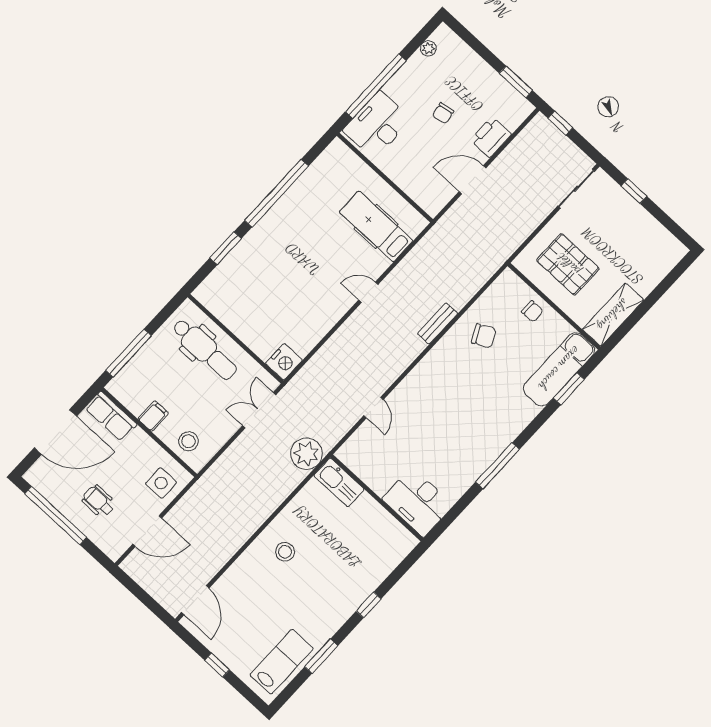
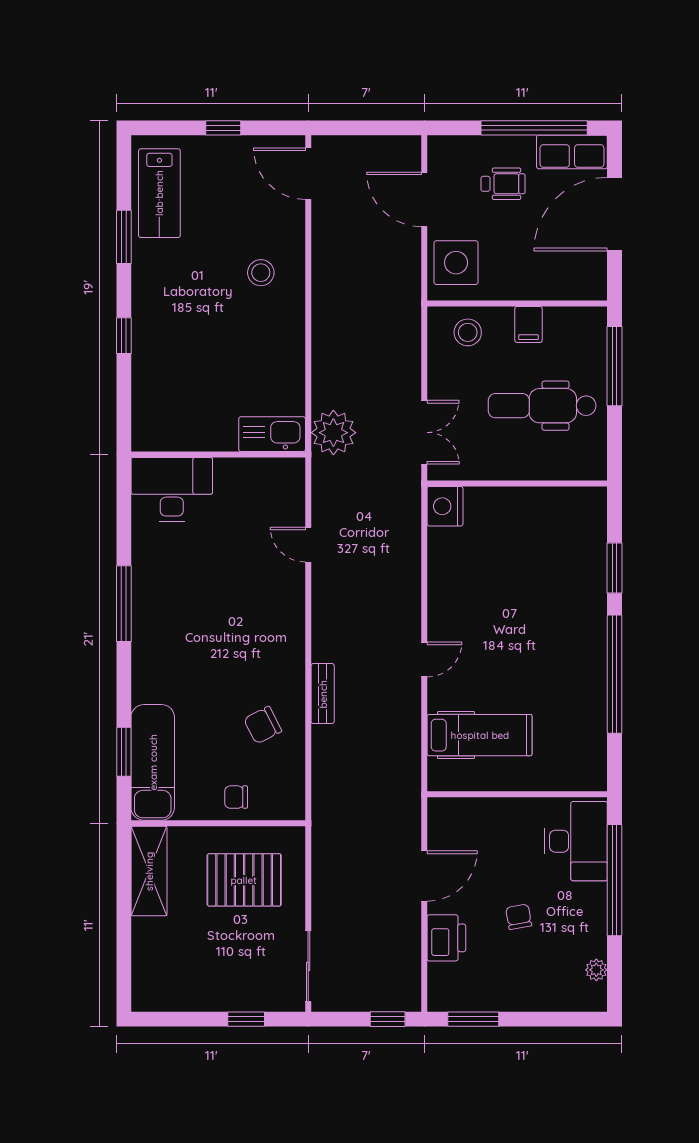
dental chair: (205, 349) -> (542, 406), moved
row of seats: (111, 416) -> (572, 152), moved, turned 180
side table: (161, 483) -> (456, 263), width x1.37, depth x1.37
door: (147, 531) -> (424, 199), hinge flipped
stool: (285, 552) -> (261, 273), moved

